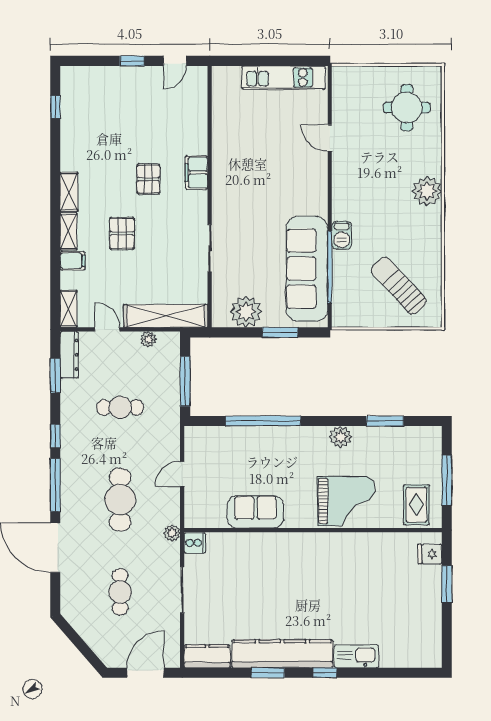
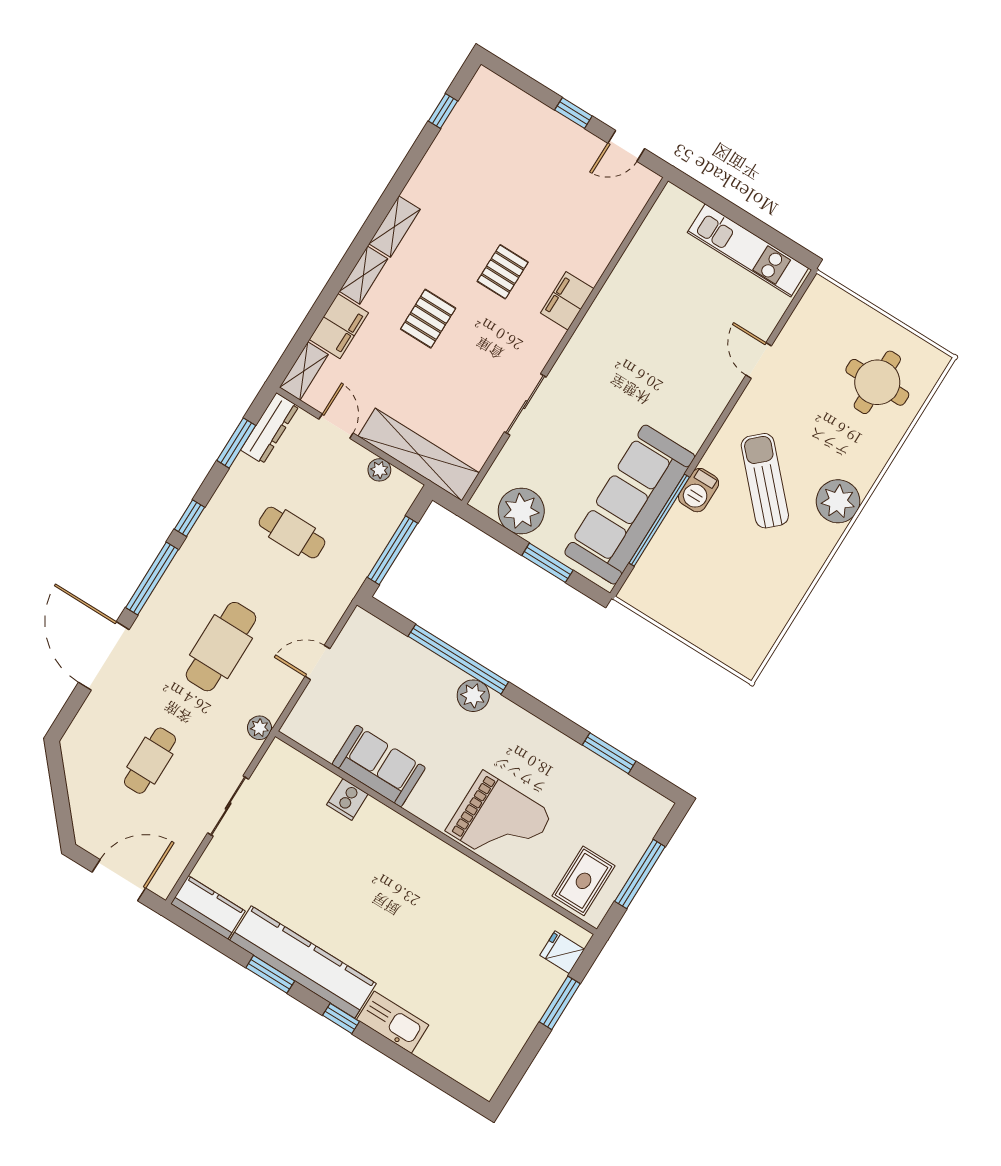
filing cabinet: (73, 261) -> (339, 326), width x2.00
sun lounger: (399, 286) -> (765, 481), moved
plant: (341, 437) -> (473, 696), moved
cooker: (195, 543) -> (347, 799), moved, turned 90

